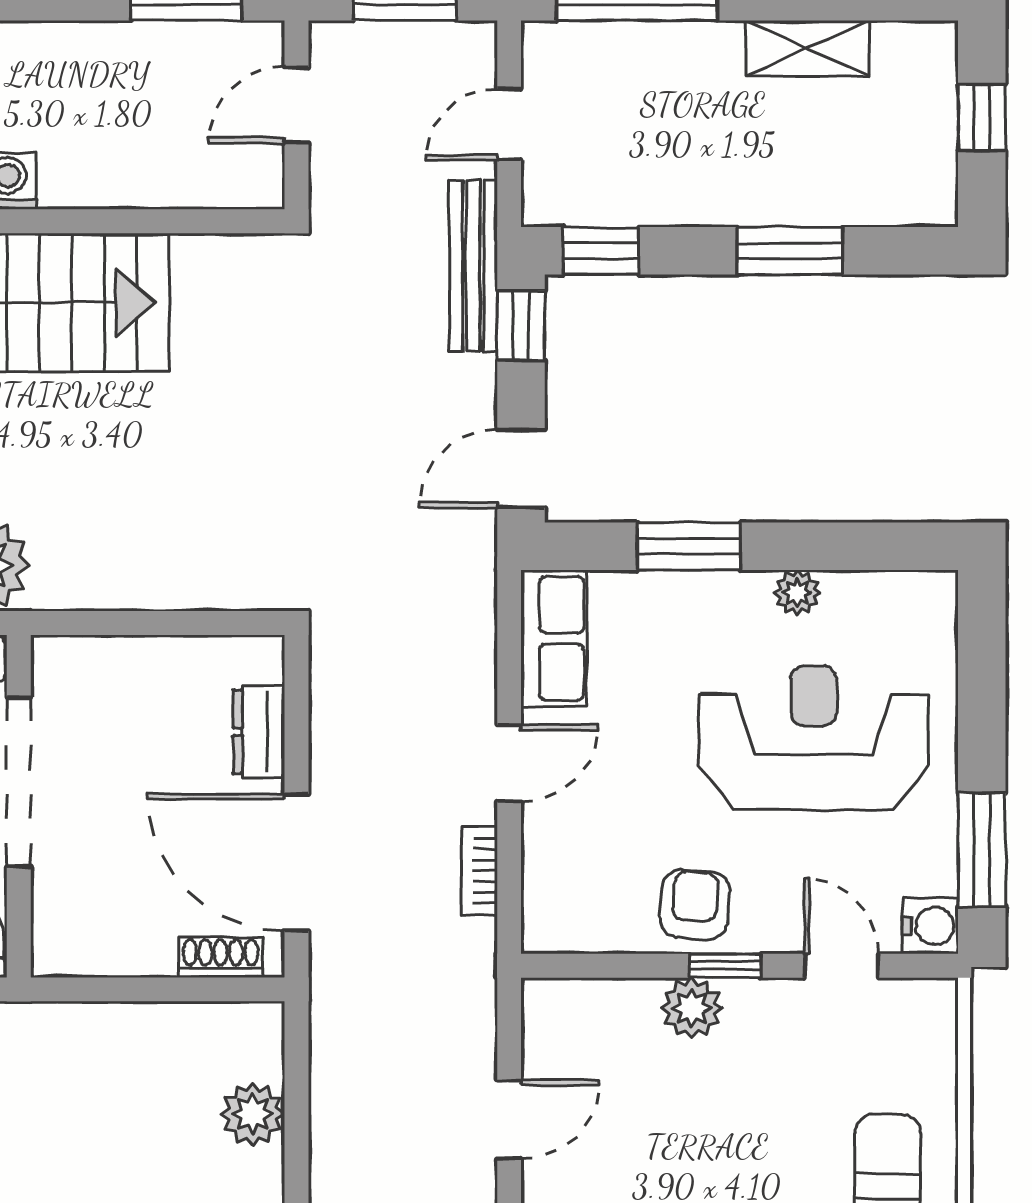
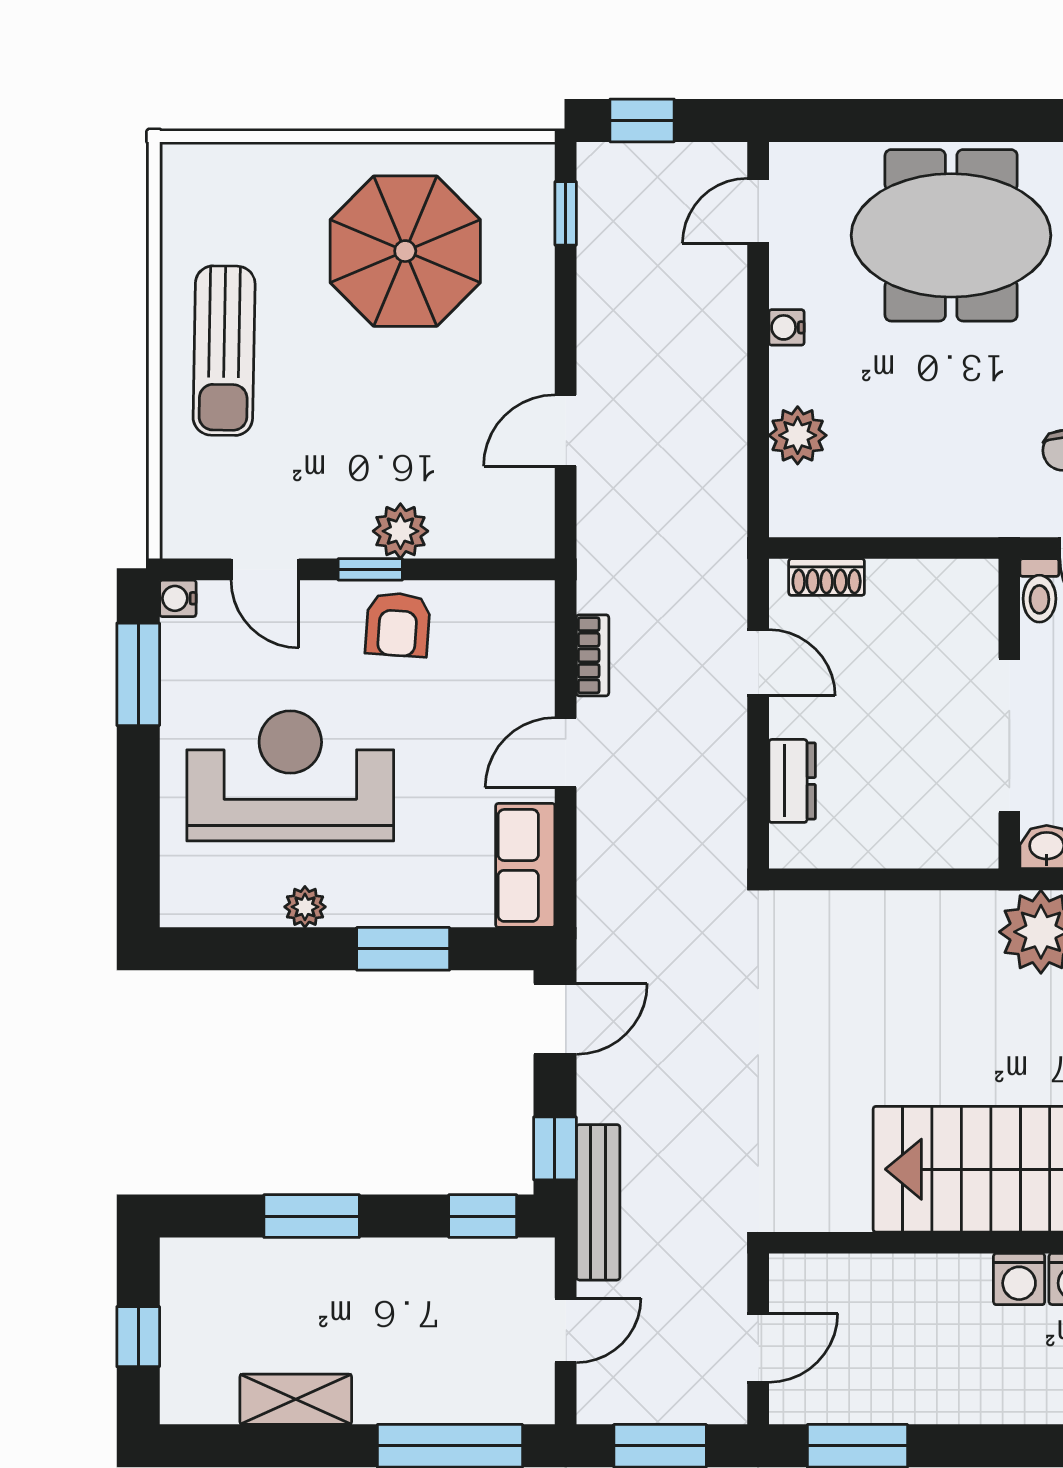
reception desk: (814, 737) -> (290, 776), turned 180
door: (296, 862) -> (758, 663), width x0.53
water cooler: (930, 926) -> (178, 598), width x0.72, depth x0.72

